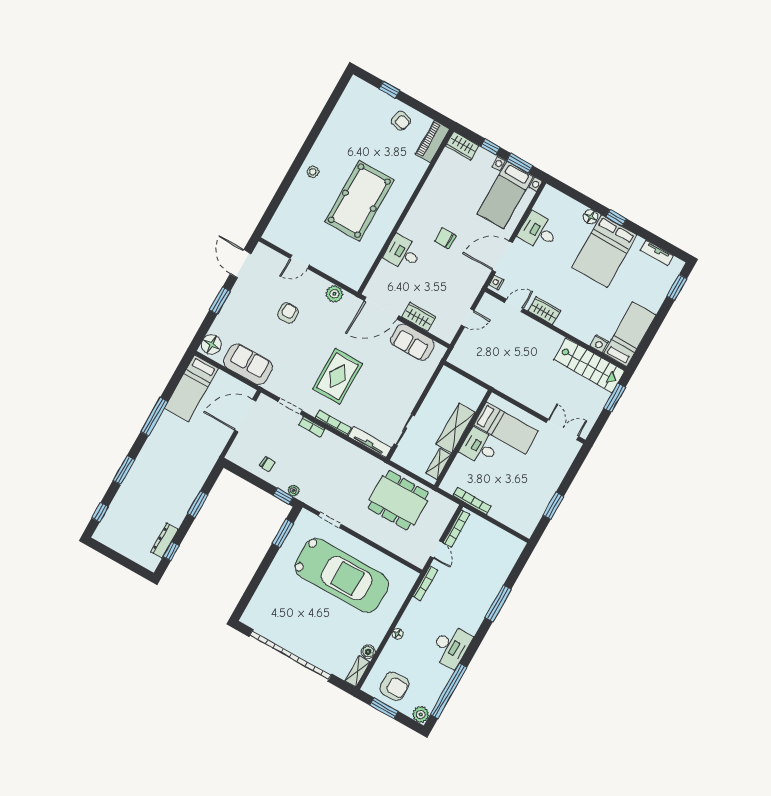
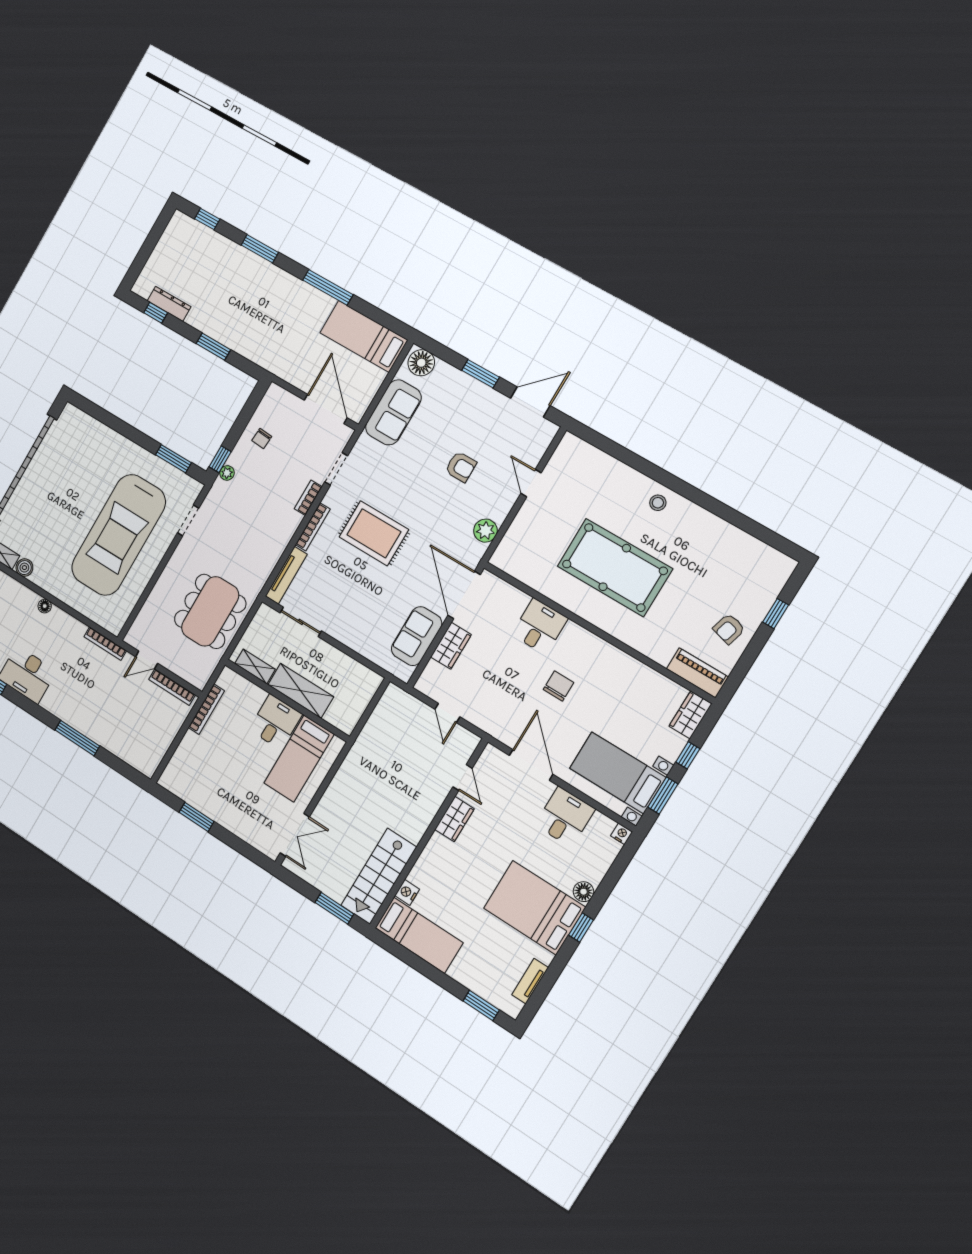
nightstand: (496, 282) -> (622, 834), moved

